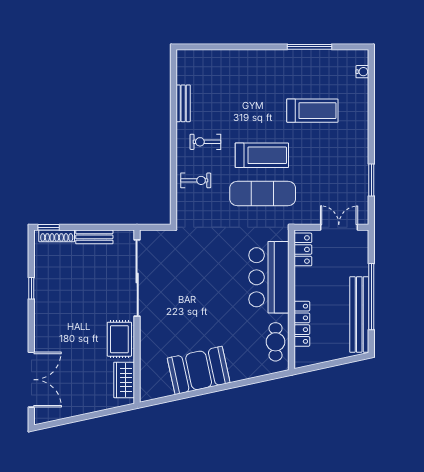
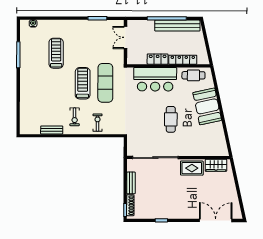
locker: (303, 249) -> (158, 59), moved
cafe table: (201, 304) -> (171, 119), added
booth: (199, 370) -> (207, 106), moved

